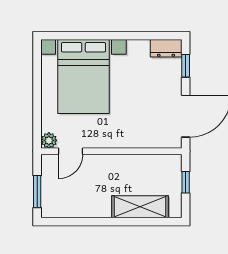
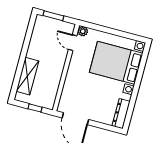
dresser: (166, 48) -> (121, 114), width x1.44
window: (186, 66) -> (106, 127), removed

